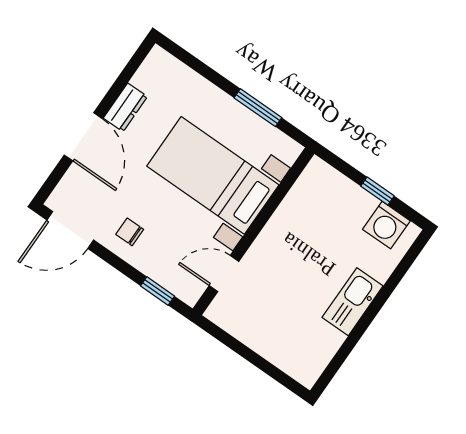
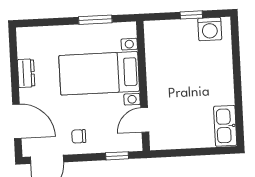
door: (83, 137) -> (17, 121), moved
kitchen sink: (353, 302) -> (225, 126), moved

